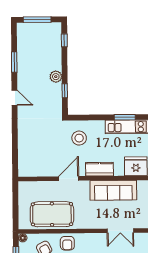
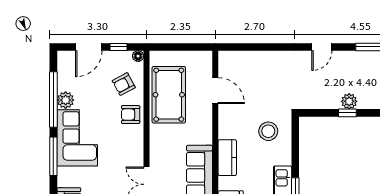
window: (65, 91) -> (347, 113), moved
door: (69, 179) -> (215, 91), moved

